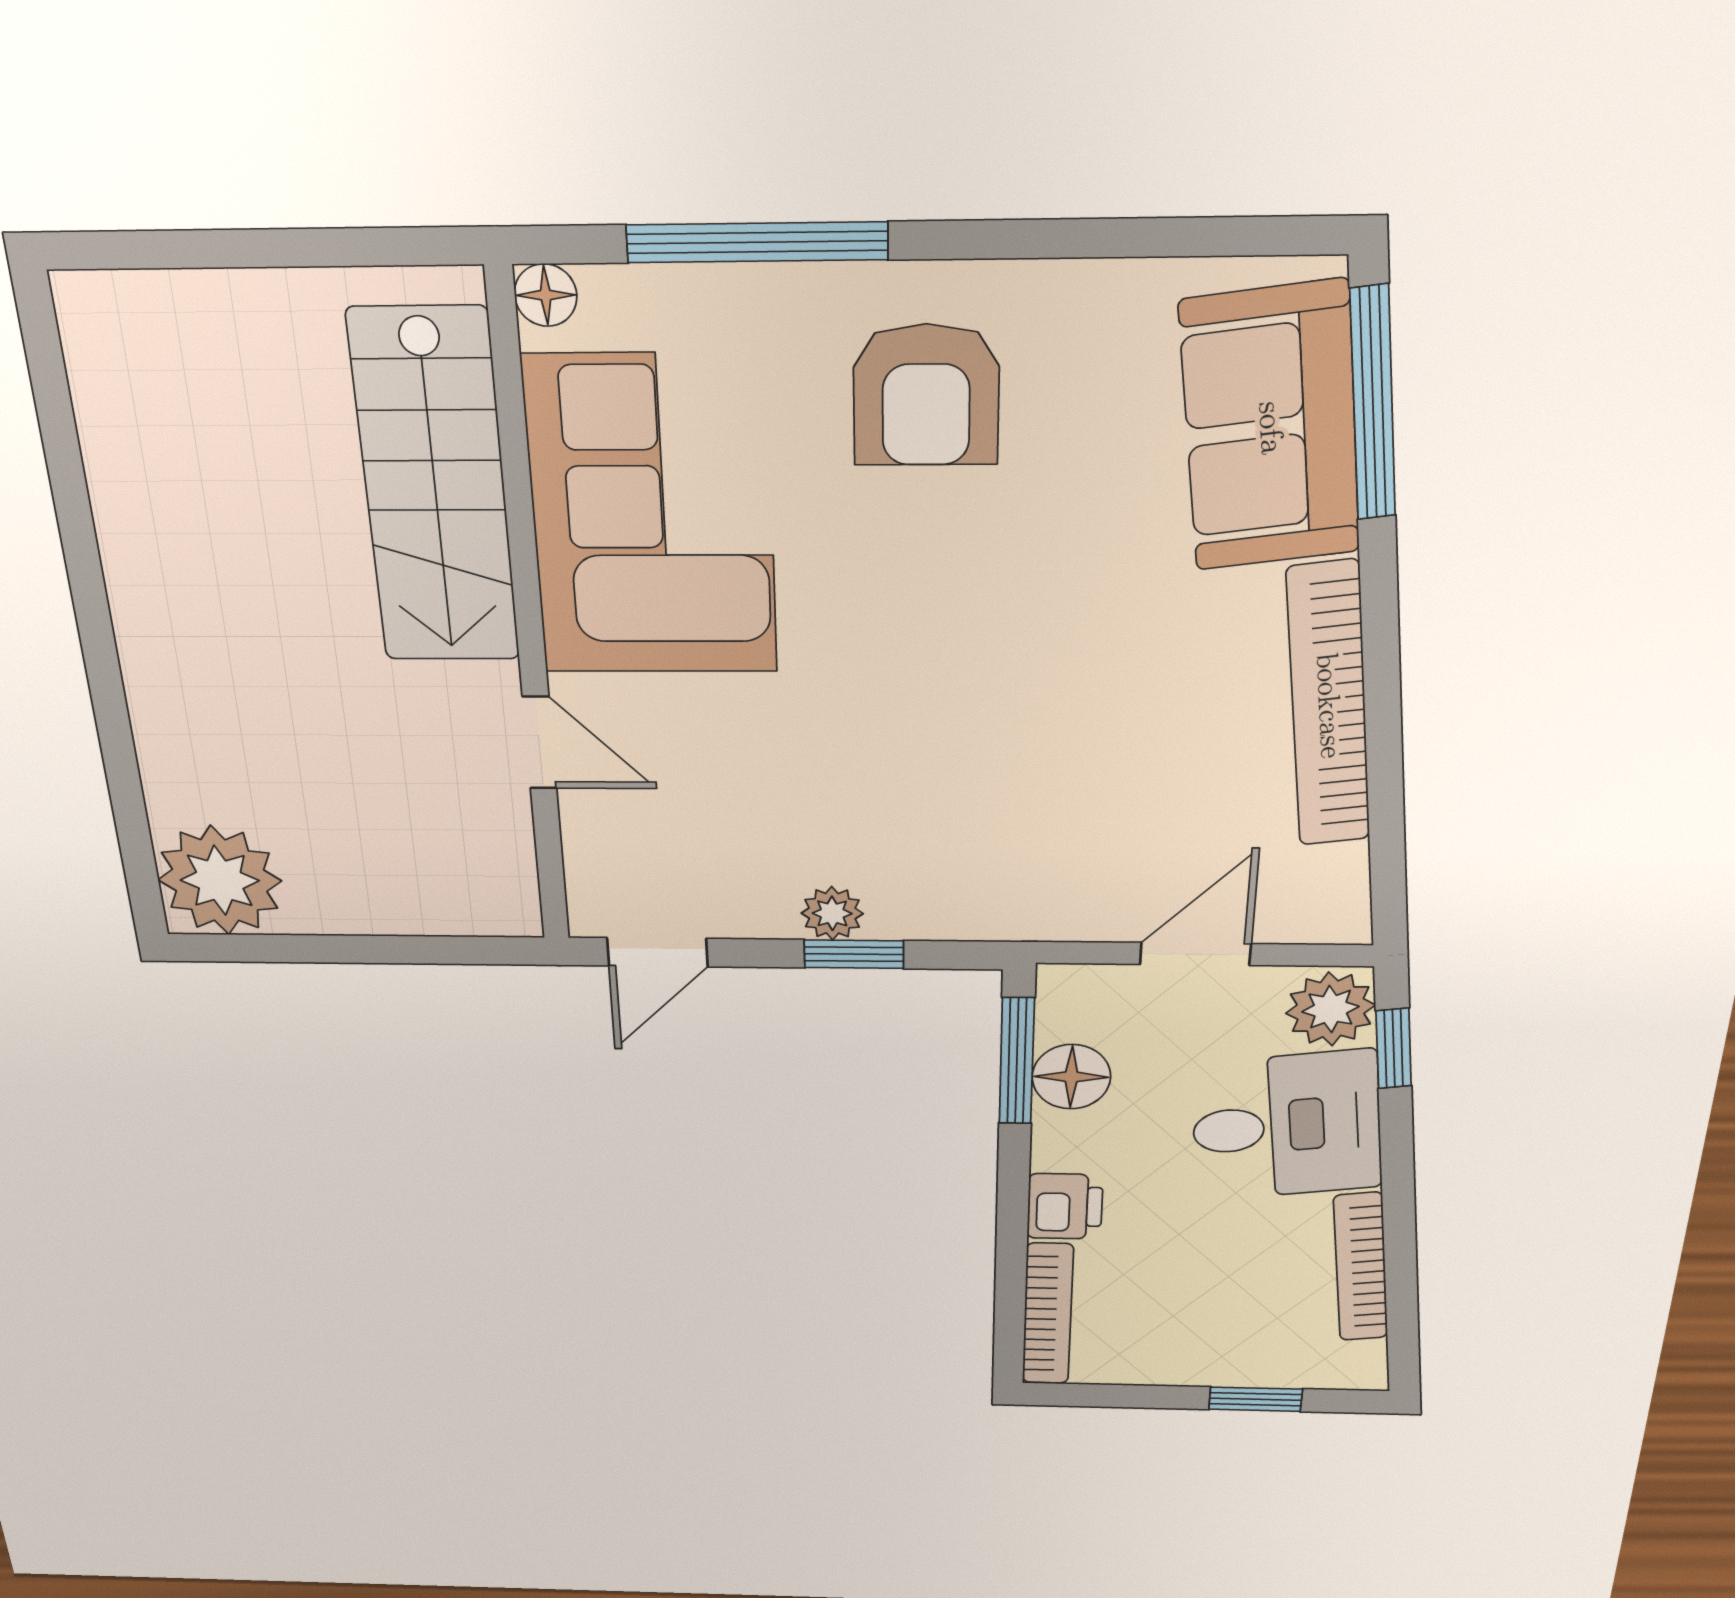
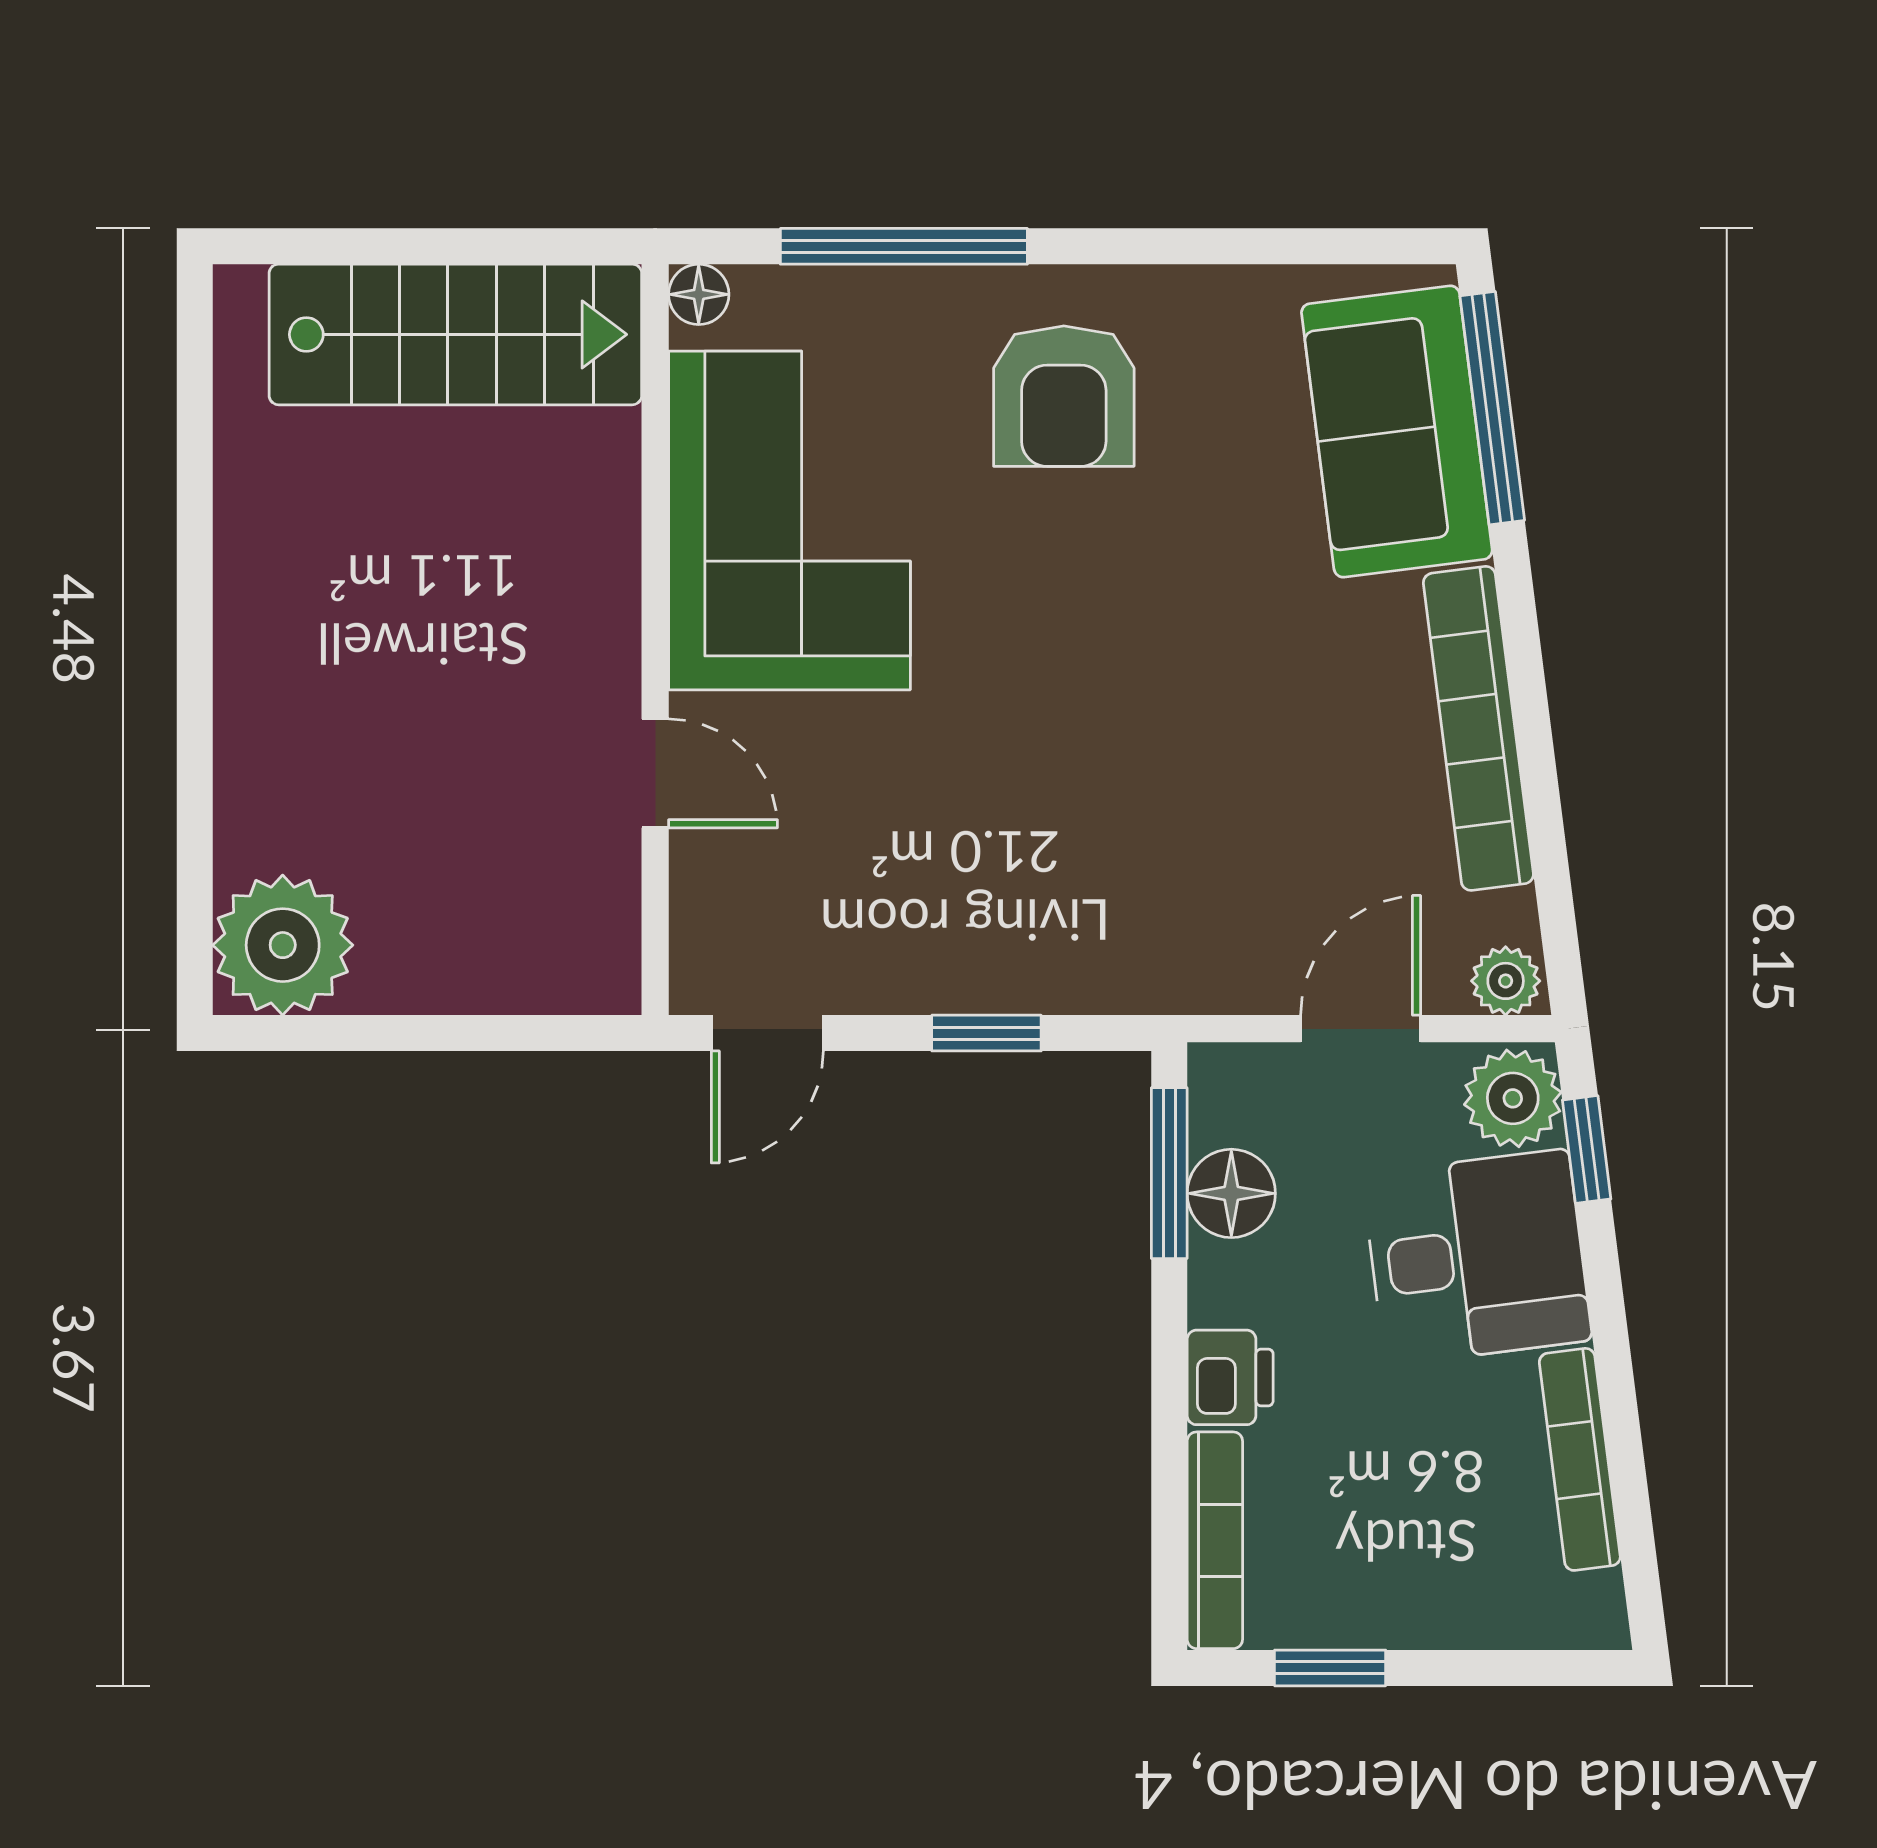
stairs: (435, 489) -> (455, 334), moved, turned -90
plant: (832, 913) -> (1506, 981), moved
window: (1256, 1399) -> (1330, 1668), moved

